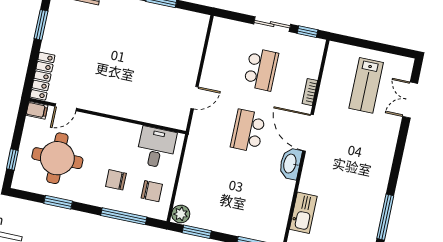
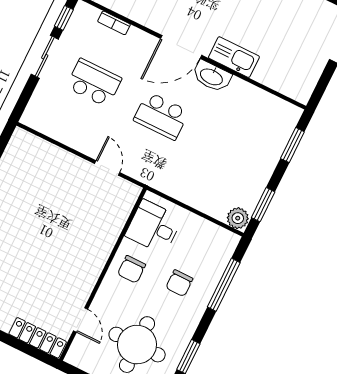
bookcase: (310, 92) -> (114, 23), moved
filing cabinet: (37, 110) -> (75, 354), removed
chair: (152, 191) -> (132, 269), moved, turned 180
kitchen sink: (303, 213) -> (234, 57), moved

